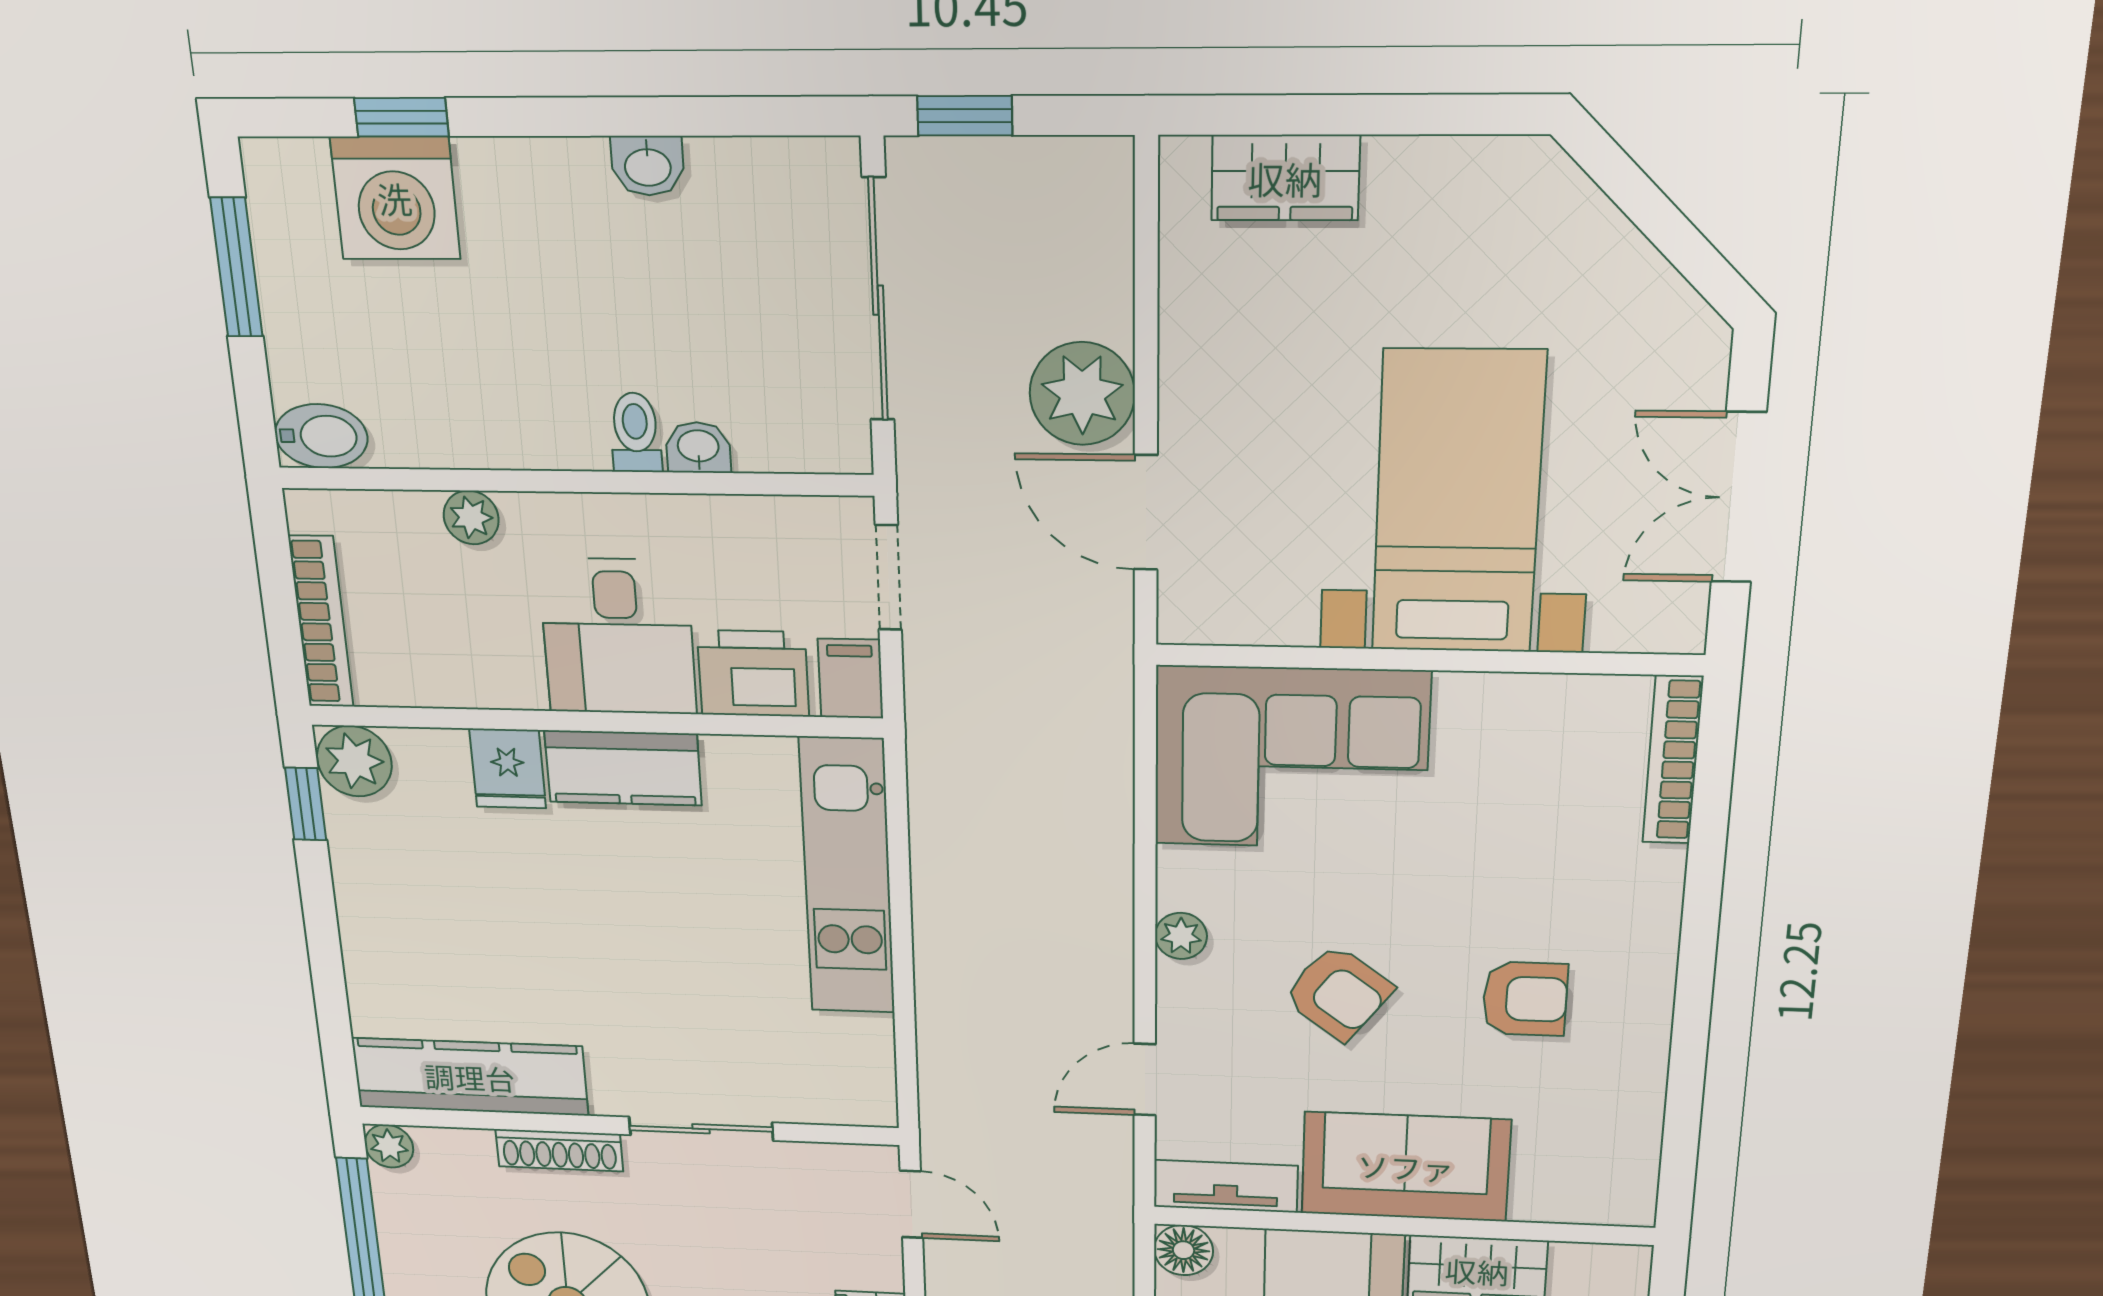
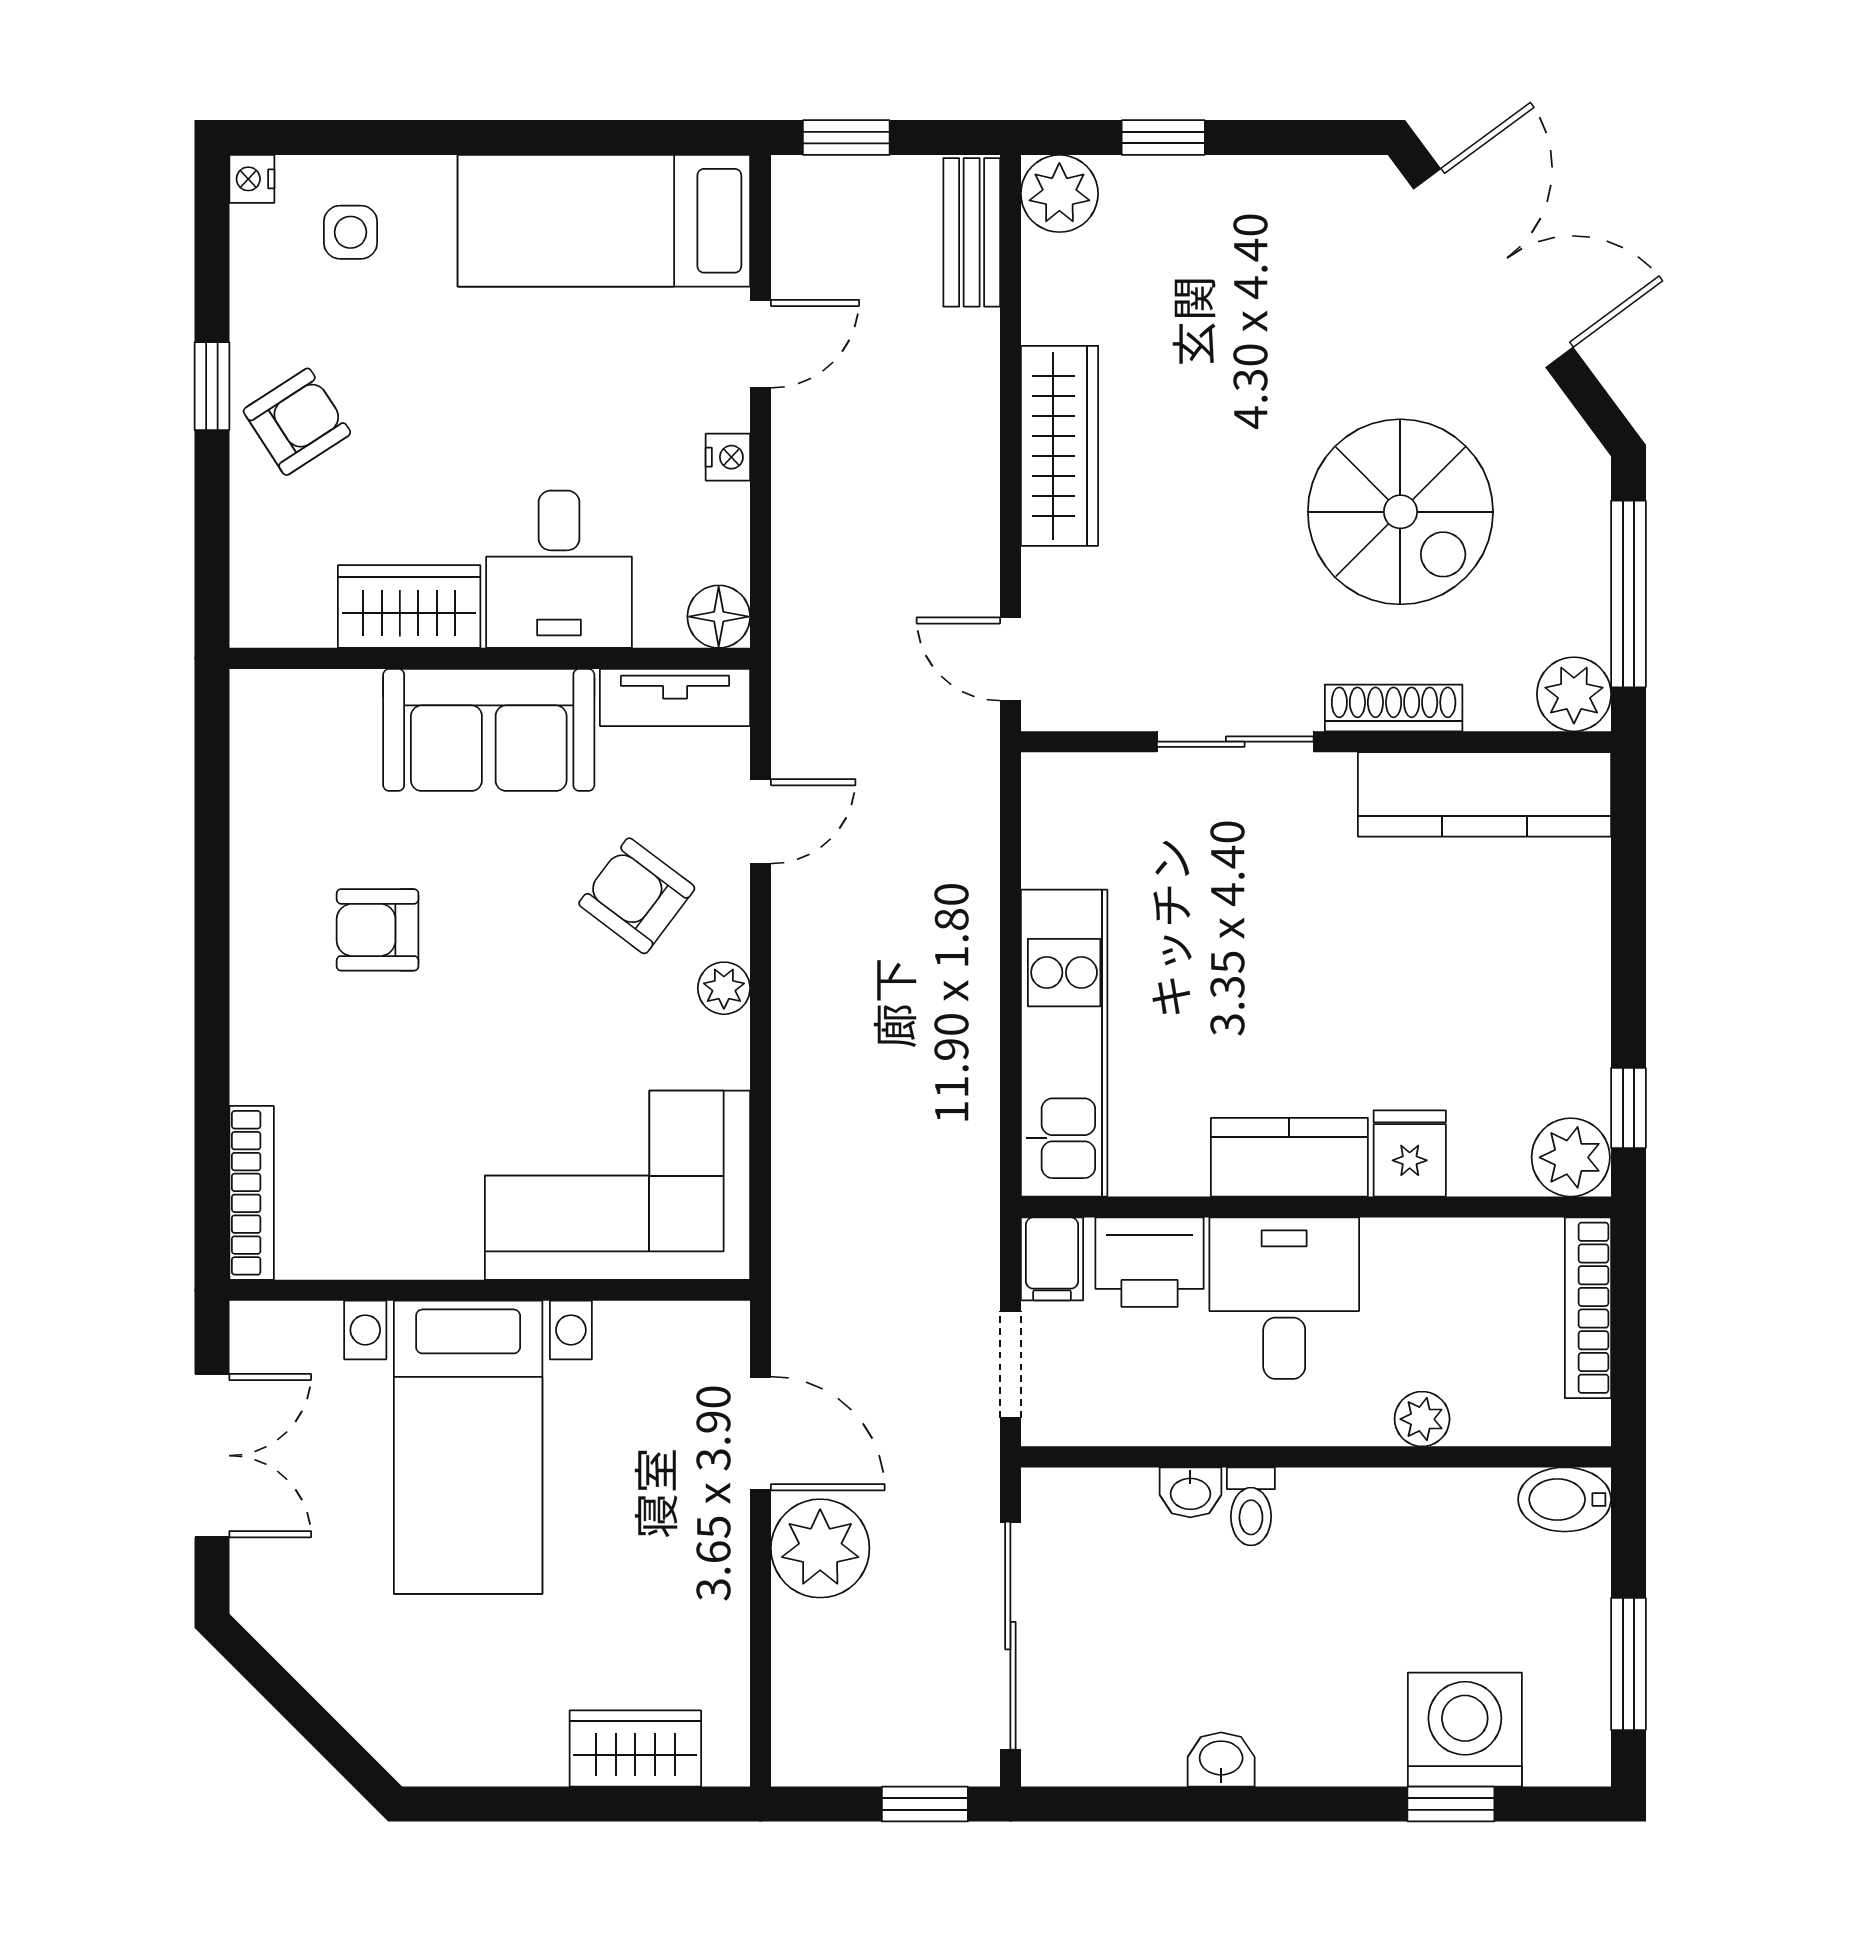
armchair: (1338, 993) -> (637, 896), moved
plant: (389, 1146) -> (1574, 694), width x1.38, depth x1.38

